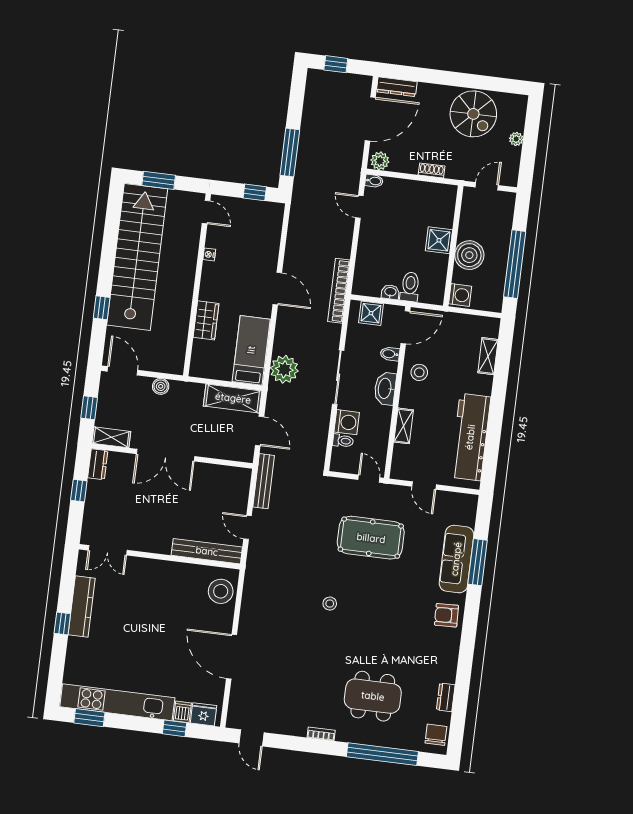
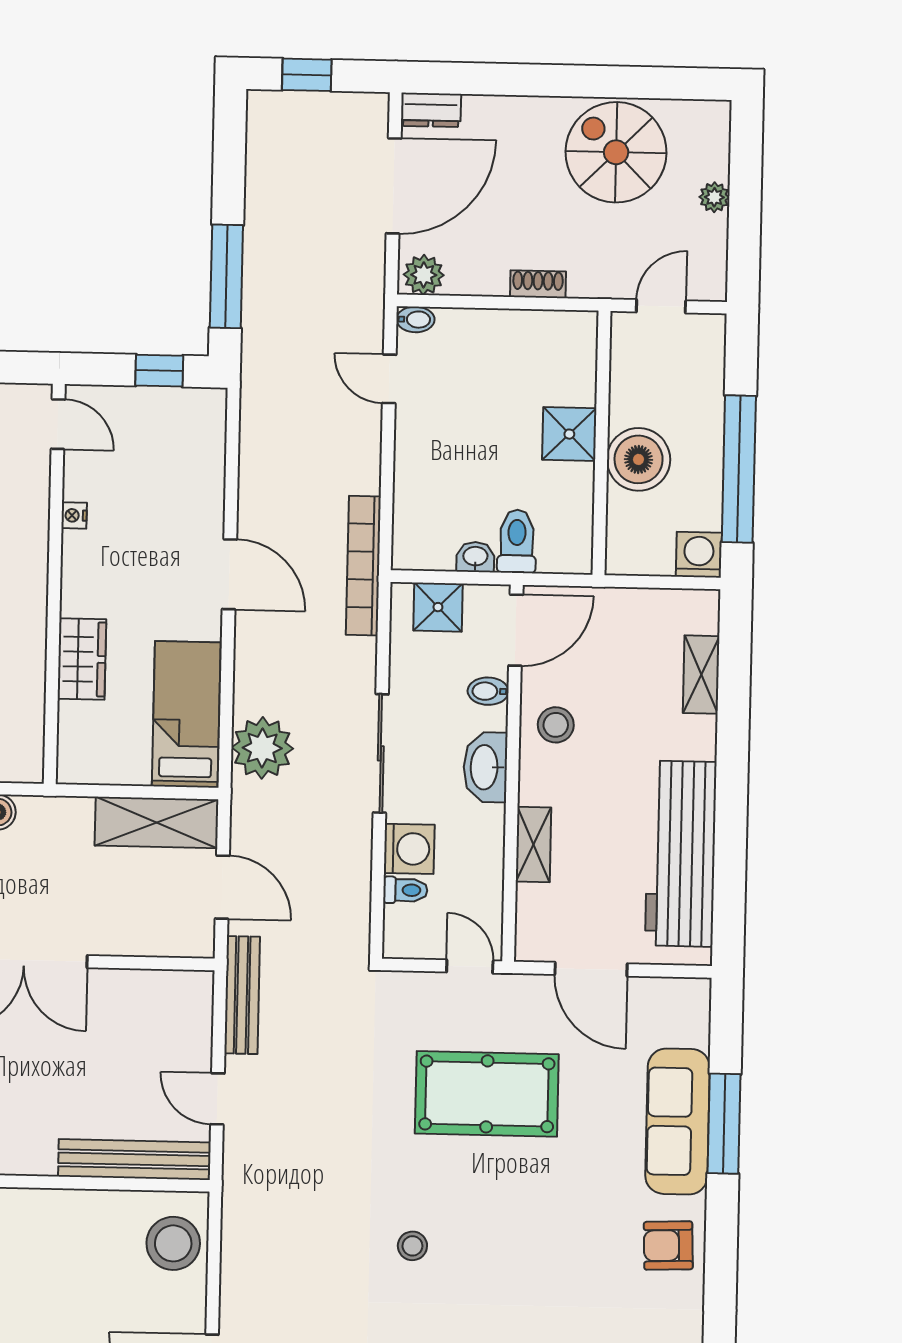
dresser: (397, 87) -> (431, 110), width x0.70
spiral stairs: (473, 114) -> (616, 152), turned 180
washing machine: (460, 295) -> (699, 555), moved, turned -90
door: (424, 486) -> (591, 969), width x1.38

